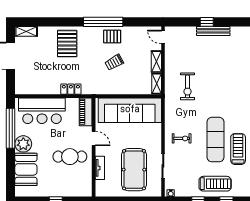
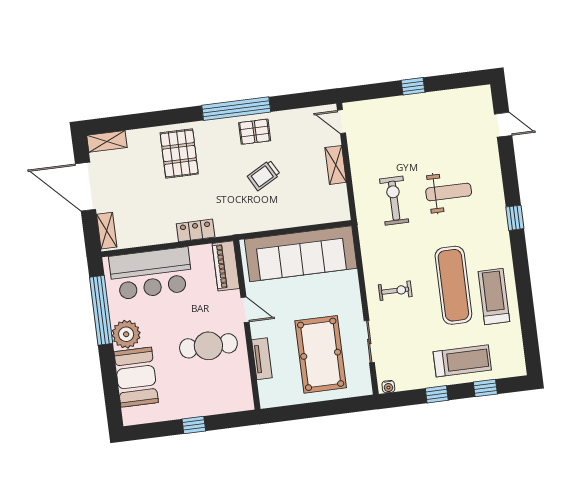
bench: (213, 31) -> (426, 100), removed
shelving: (157, 84) -> (107, 231), moved
weight bench: (220, 85) -> (449, 192), added
exercise bike: (188, 86) -> (394, 201), turned 180

